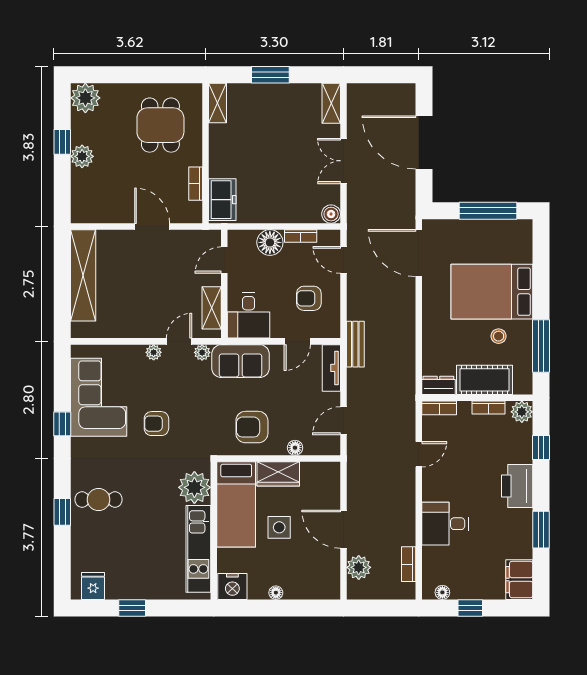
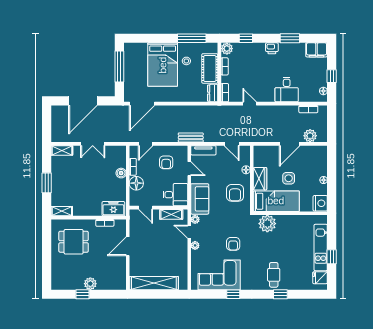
plant: (85, 98) -> (59, 282), removed
boiler: (331, 214) -> (121, 173), moved
printer: (517, 486) -> (272, 48), width x0.53, depth x0.68
kitchen unit: (198, 549) -> (321, 247), moved, turned 90

